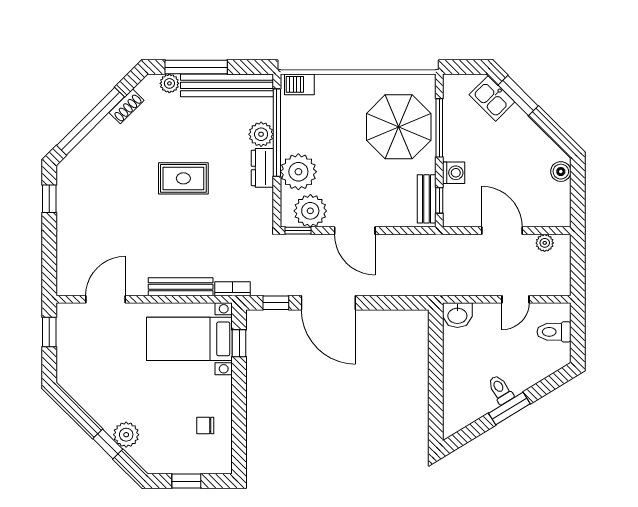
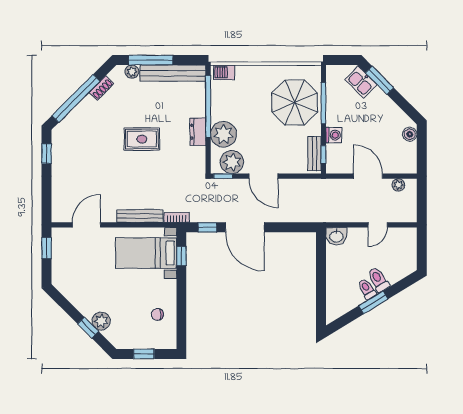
plant: (261, 134) -> (197, 108), removed
toilet: (554, 332) -> (378, 280), moved, turned 59

